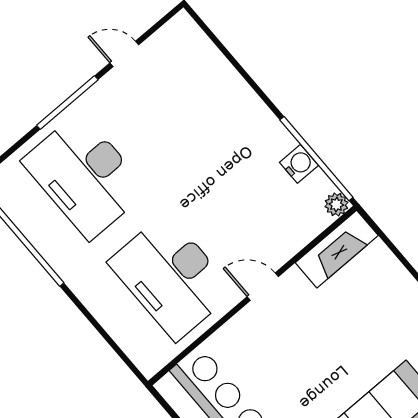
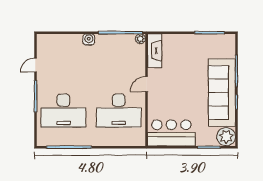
water cooler: (299, 164) -> (89, 40), moved

